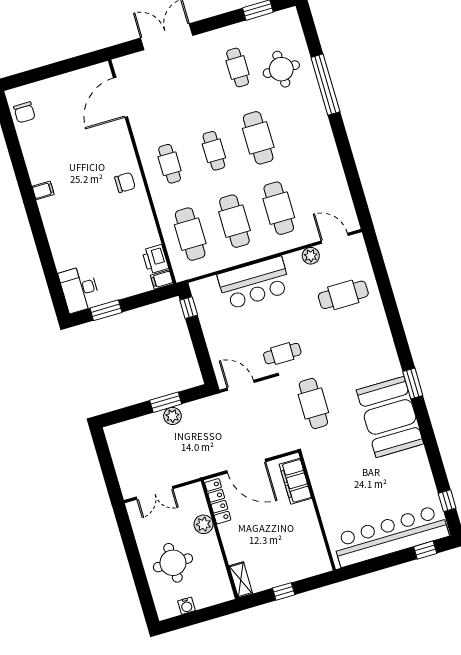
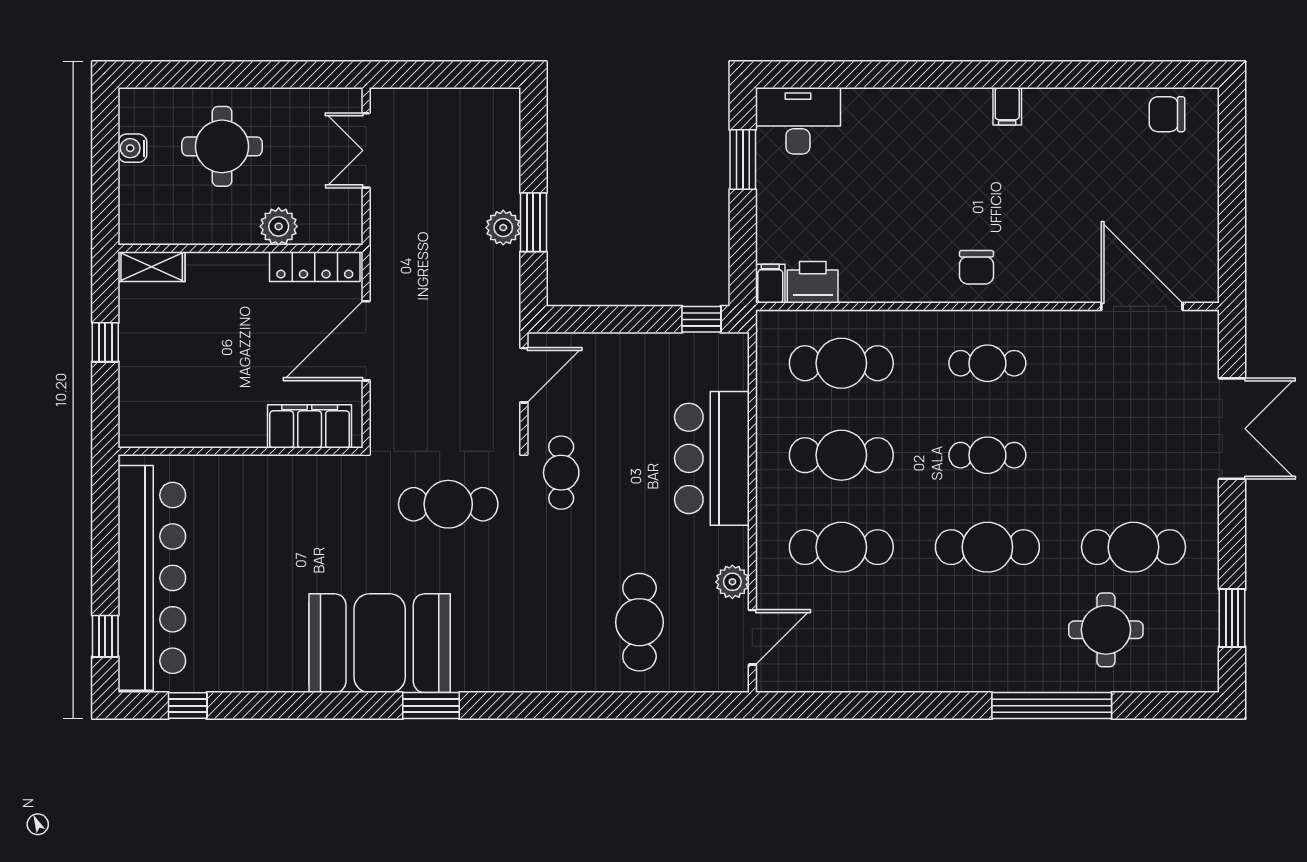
cafe table: (238, 68) -> (1133, 547), width x1.37, depth x1.35

